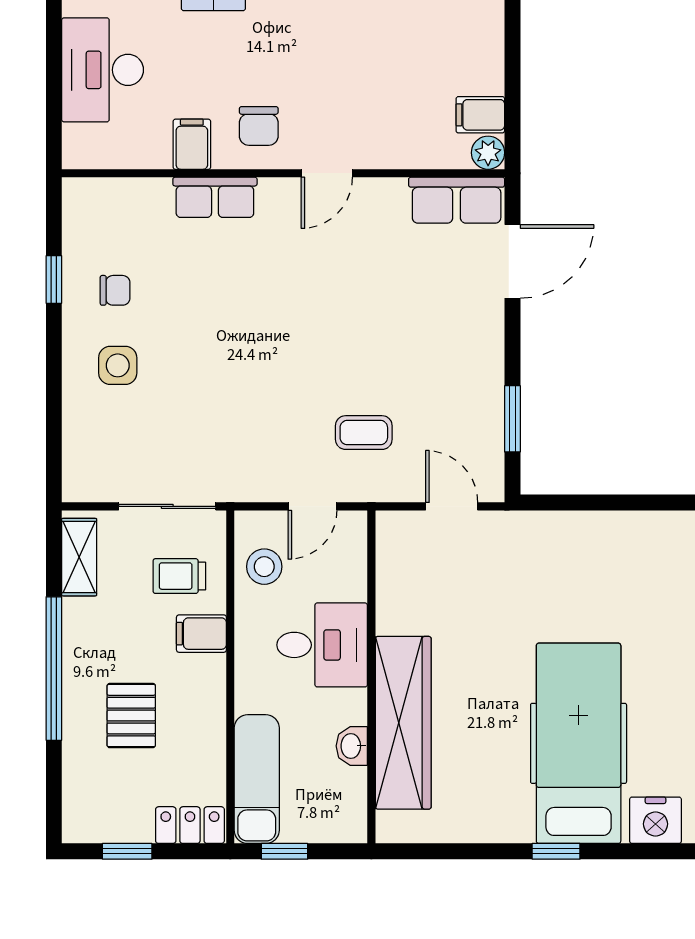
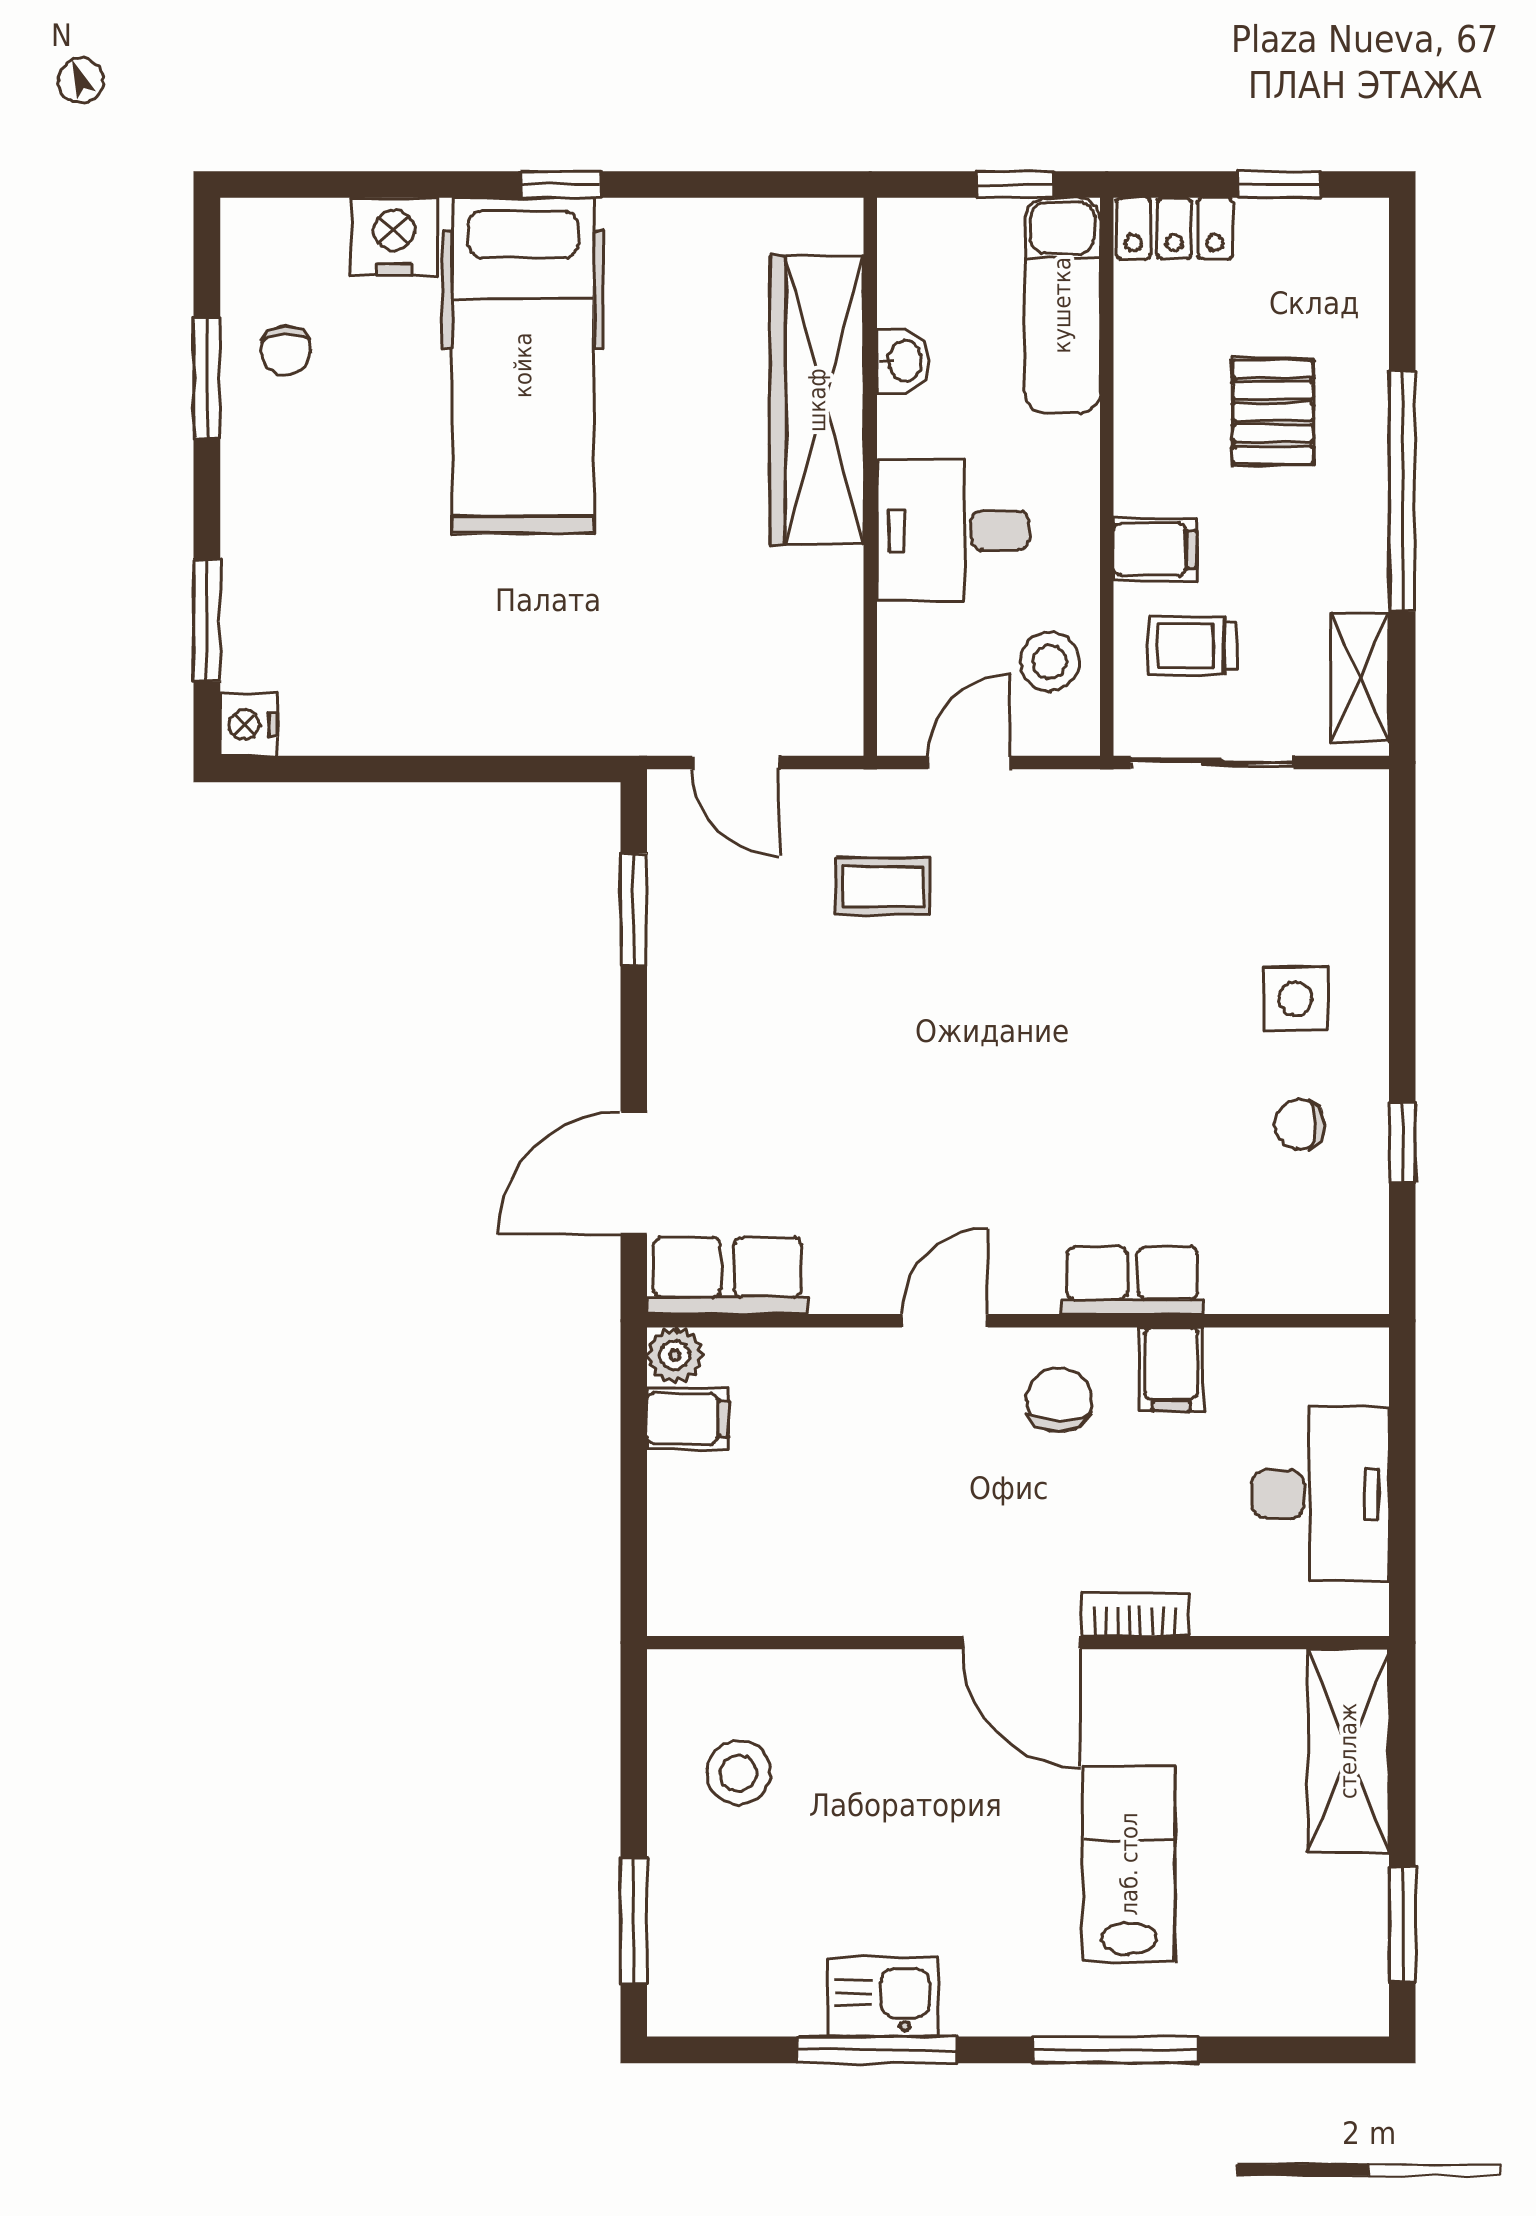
trolley: (179, 576) -> (1192, 646), turned 180

